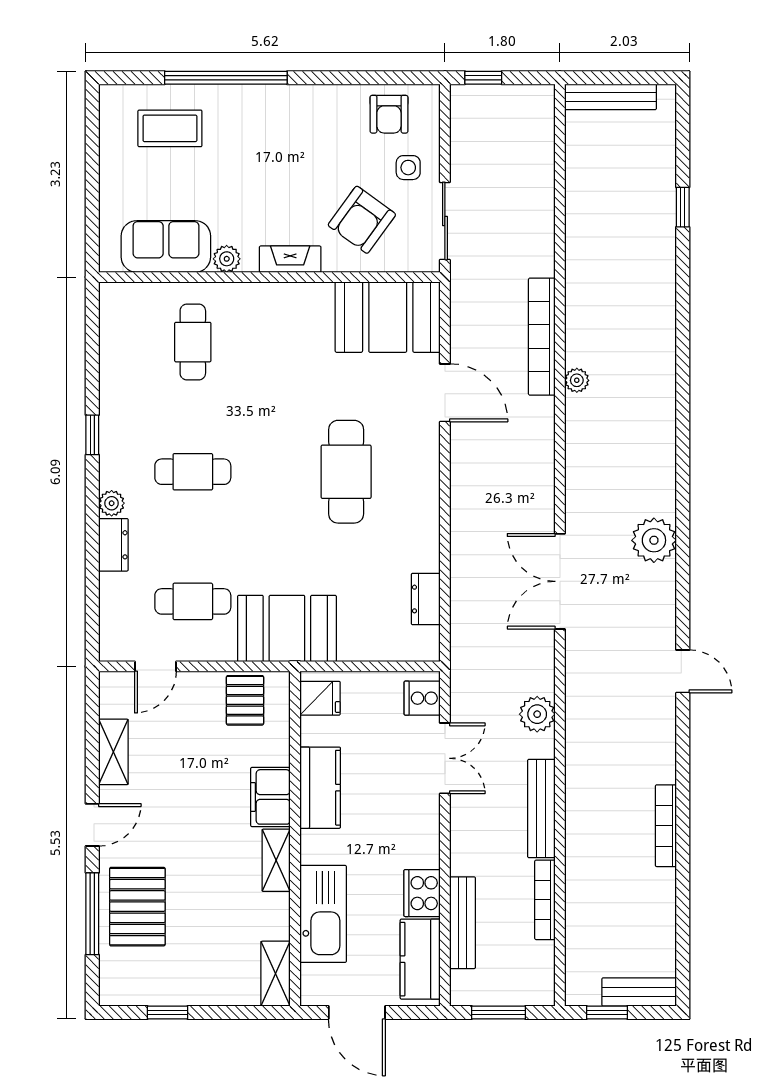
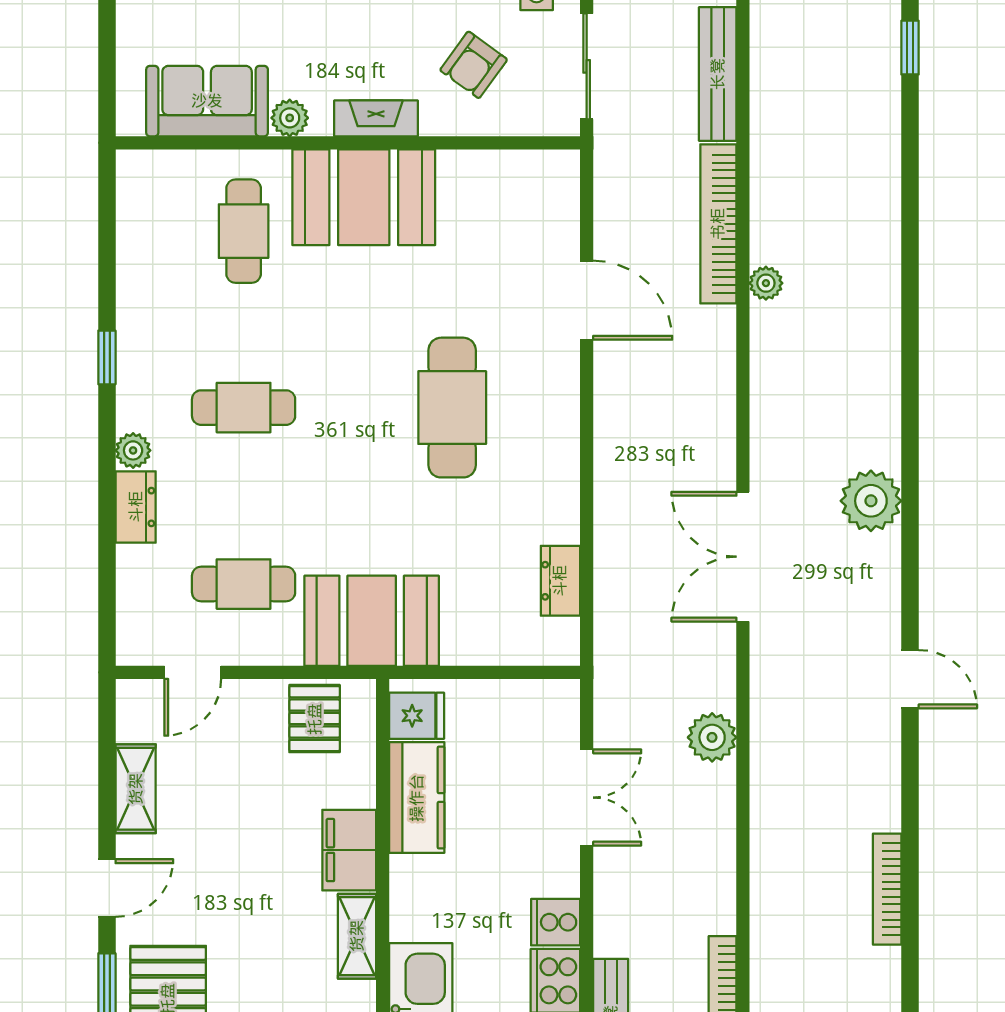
armchair: (362, 220) -> (474, 65), width x0.72, depth x0.72
booth: (388, 317) -> (364, 197), moved
cooker: (422, 698) -> (556, 922), moved
kitchen counter: (320, 788) -> (417, 798), moved
bench: (541, 809) -> (718, 74), moved

